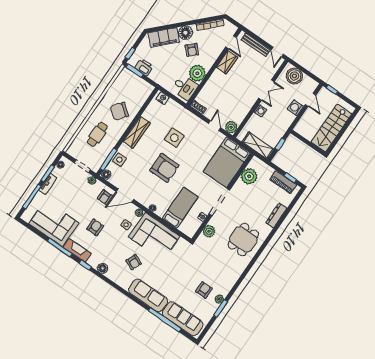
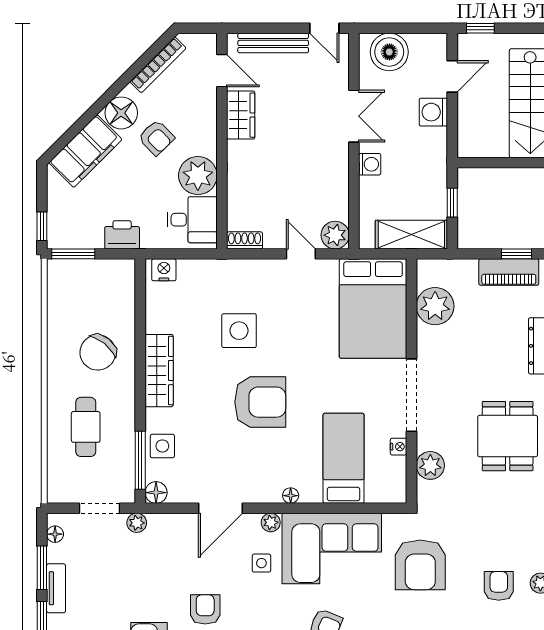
printer: (144, 67) -> (122, 235), moved
door: (311, 100) -> (452, 76), hinge flipped
armchair: (105, 197) -> (420, 565), moved, width x1.88, depth x1.88

